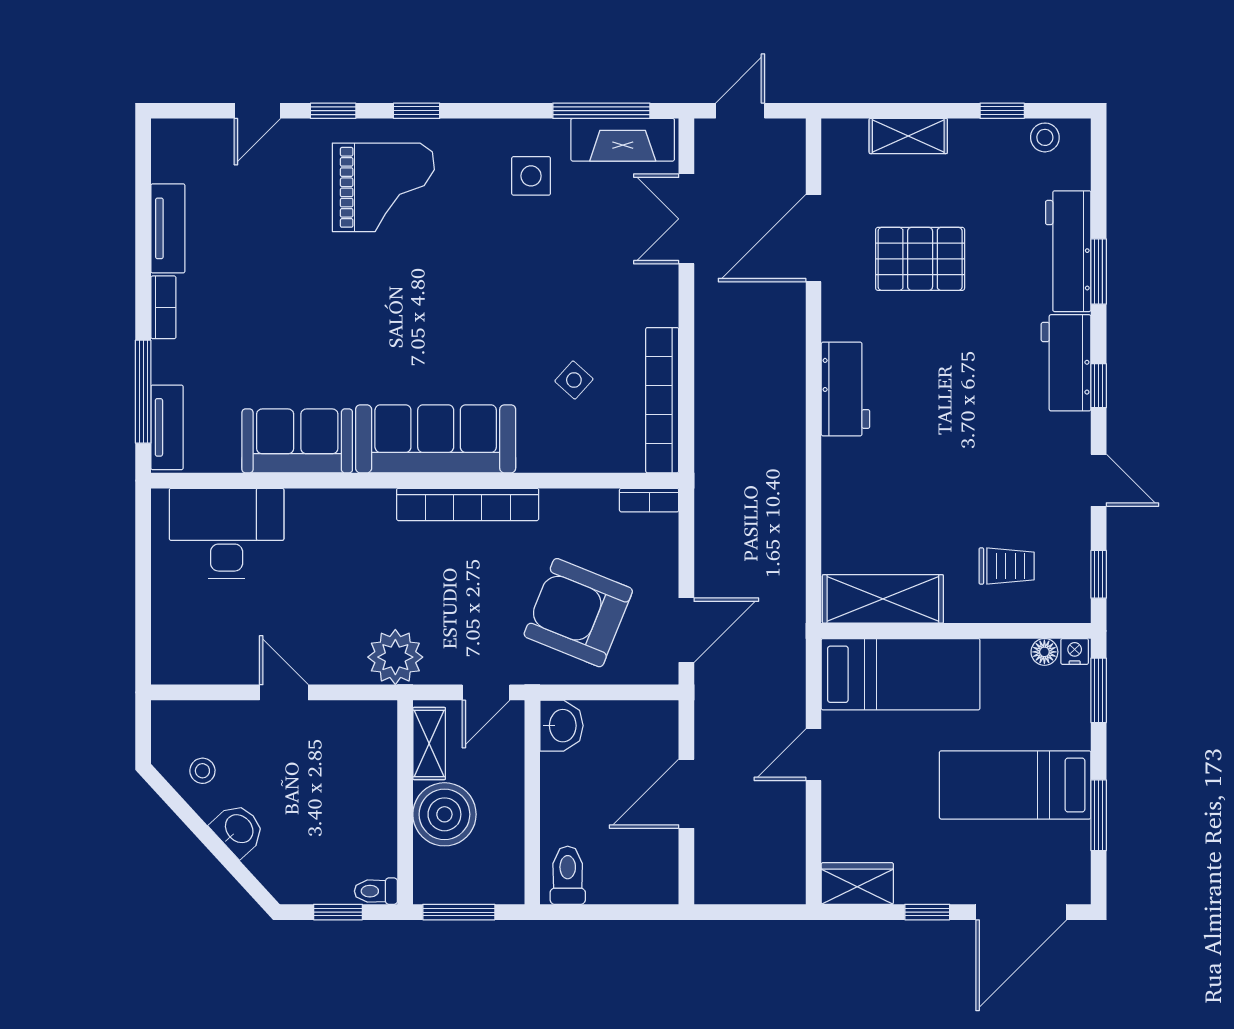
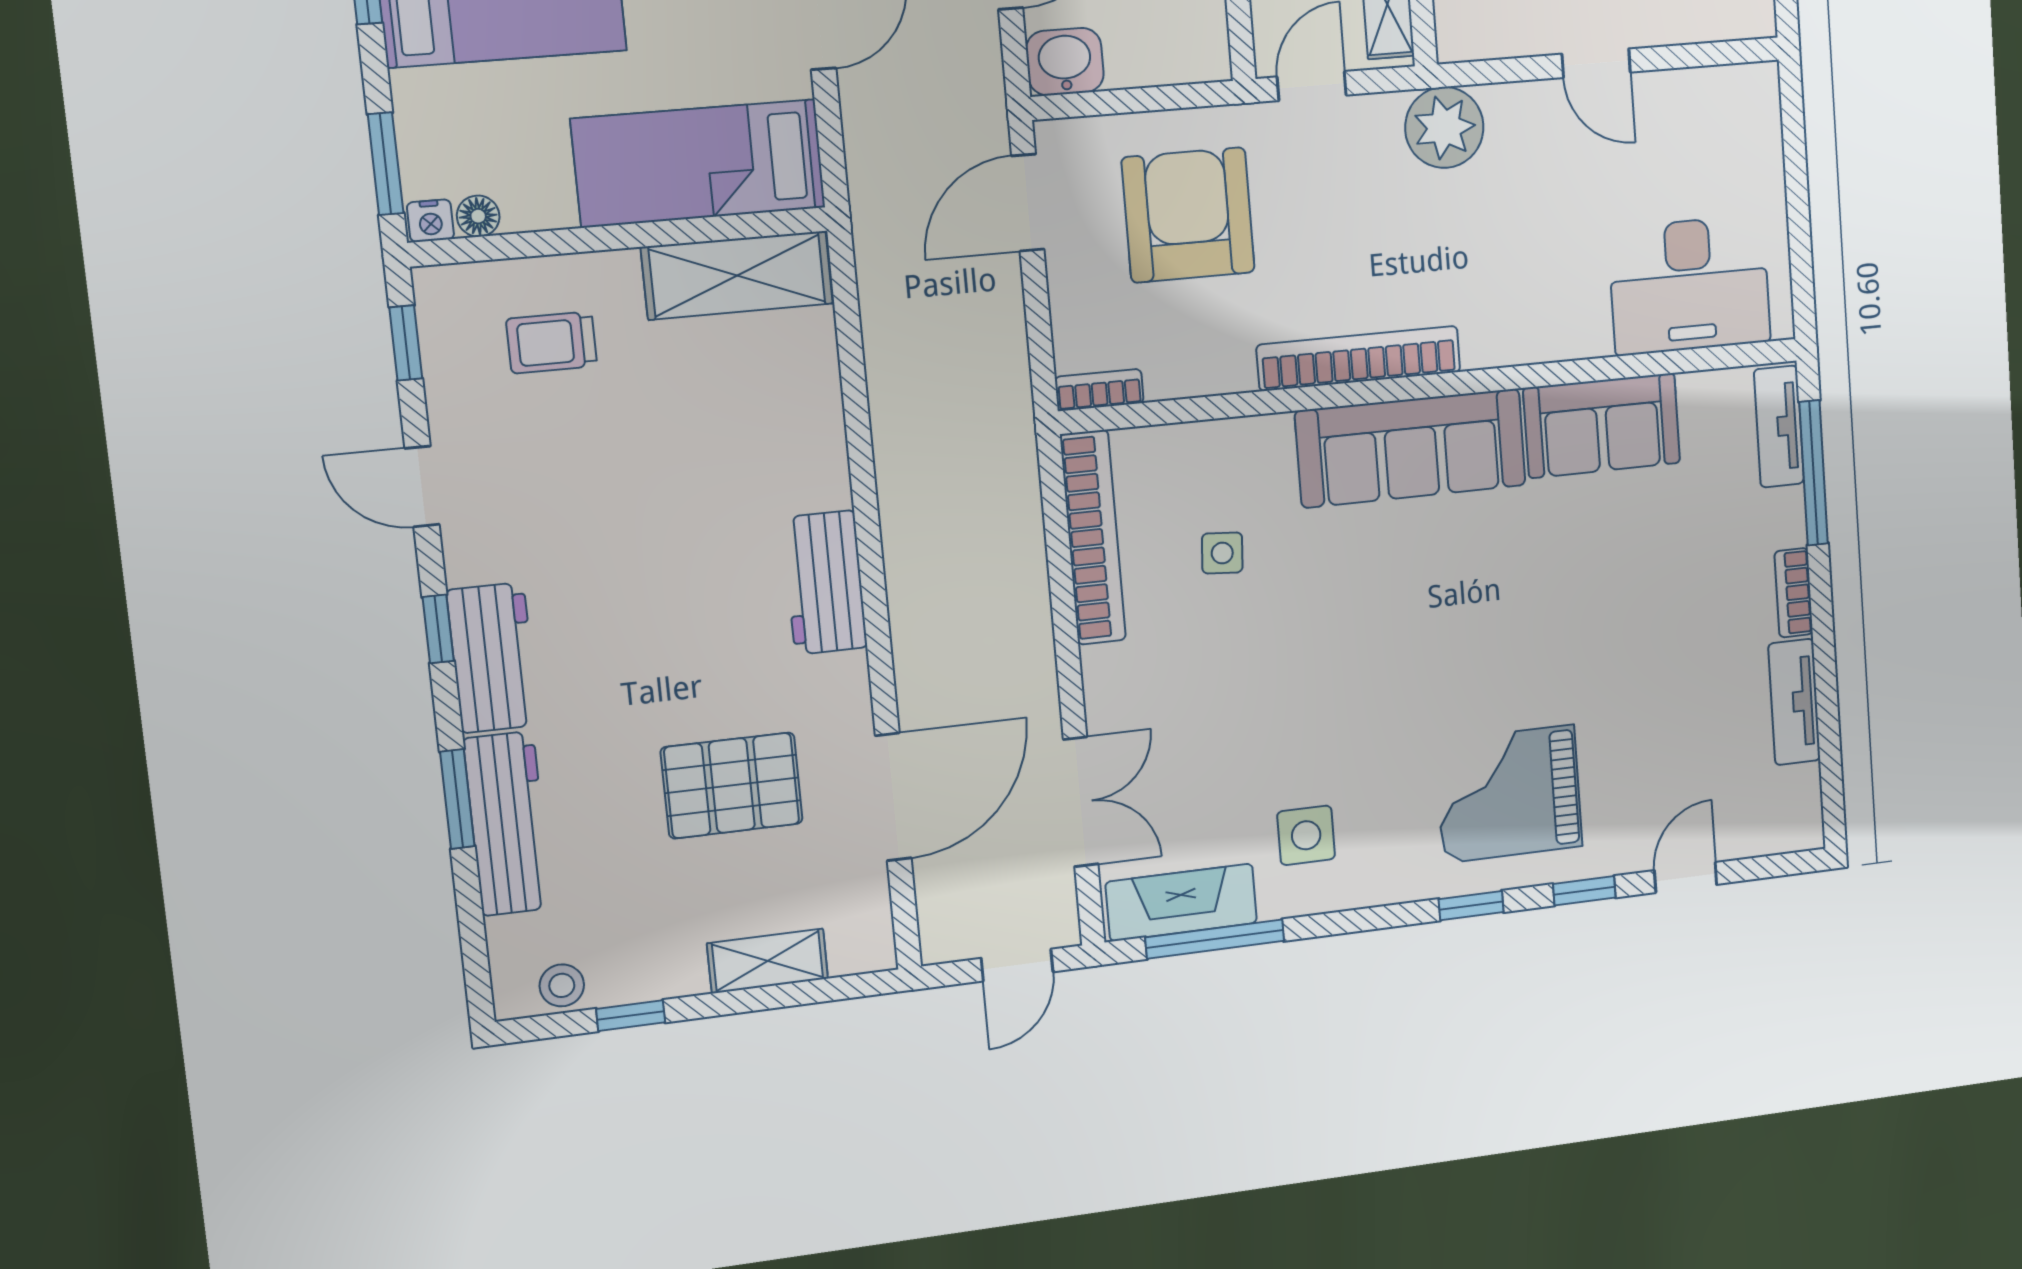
side table: (574, 380) -> (1222, 553), turned -38
armchair: (578, 613) -> (1188, 215), turned -112
washbasin: (562, 726) -> (1065, 62), moved, turned 90

